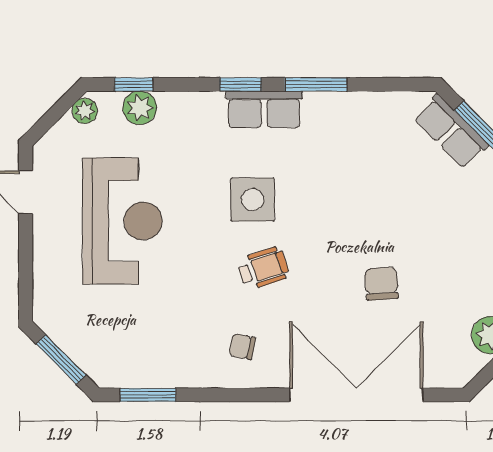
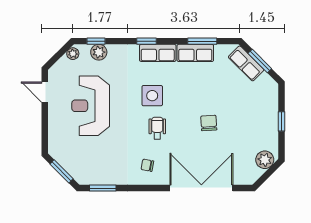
window: (316, 84) -> (202, 41), moved
row of seats: (344, 109) -> (195, 53), added
reception desk: (122, 221) -> (91, 106), turned 180
wheelchair: (263, 268) -> (157, 128), turned -72
chair: (381, 284) -> (209, 123), moved

